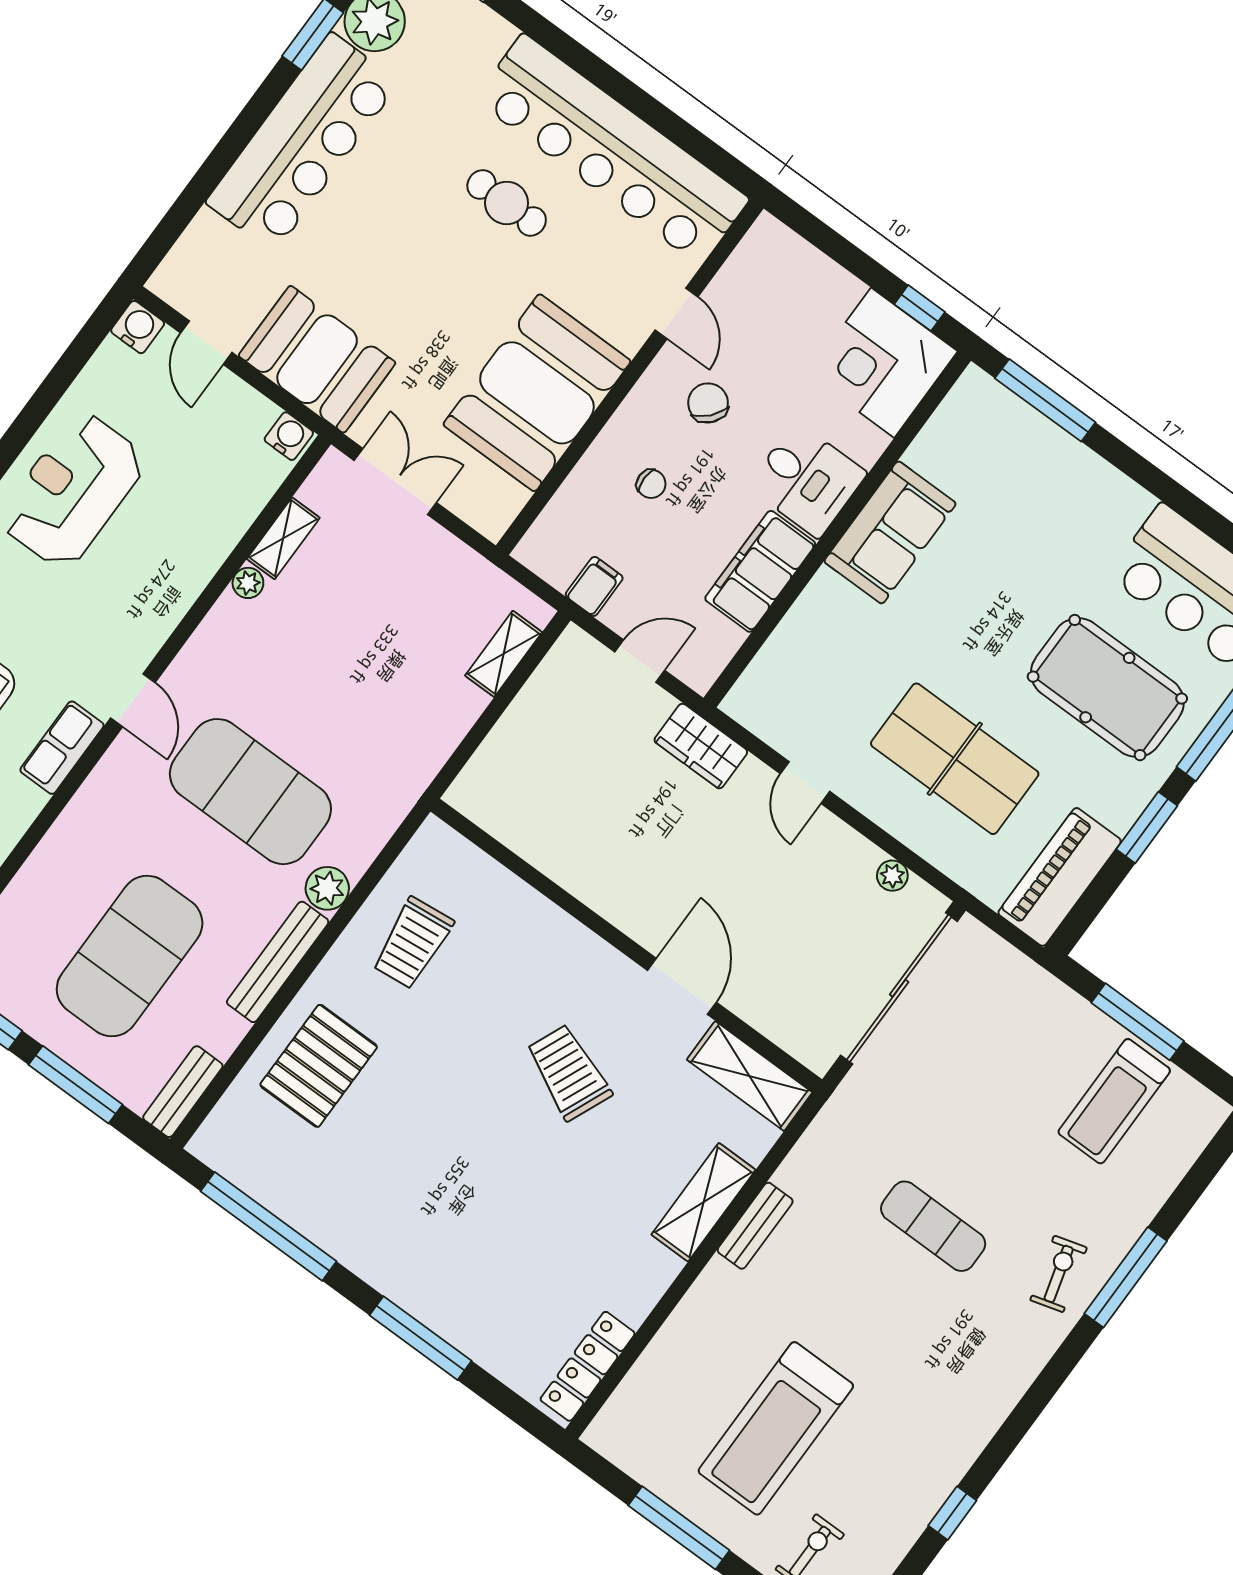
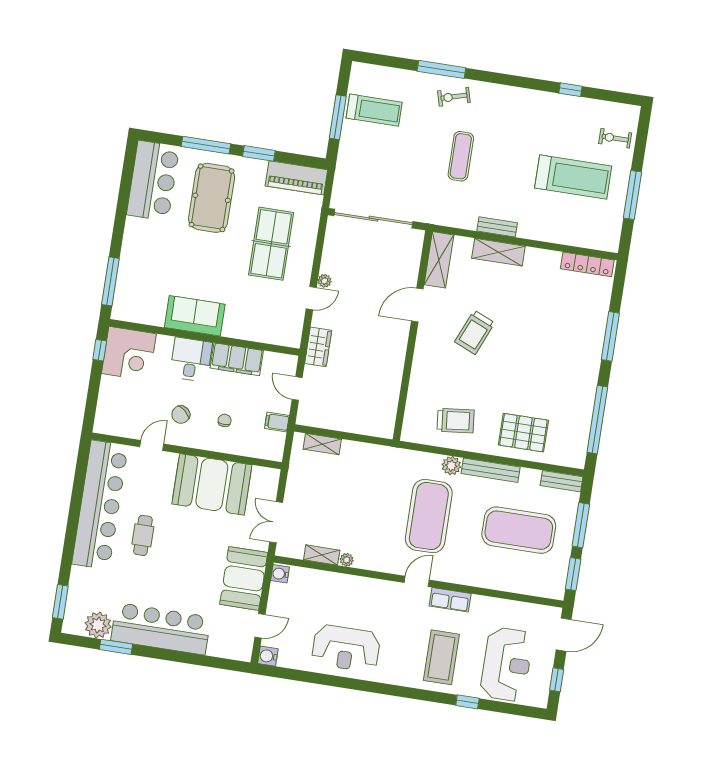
plant: (892, 876) -> (325, 281), moved

